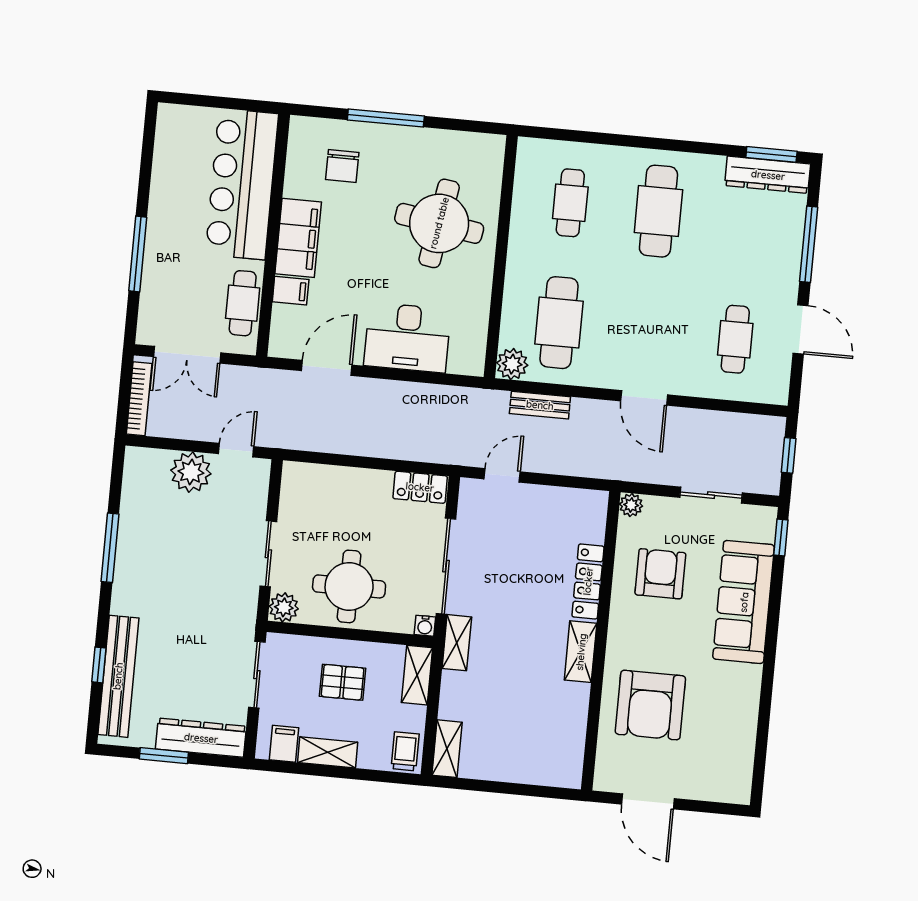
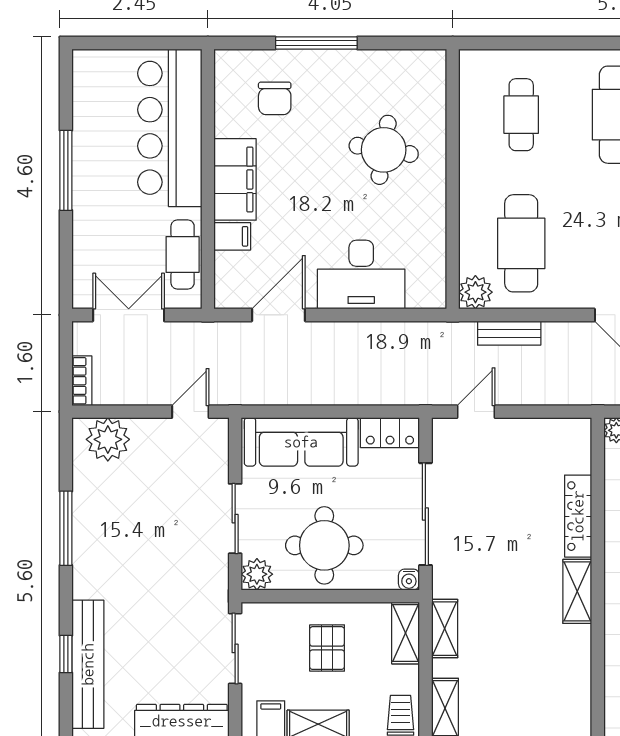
round table: (439, 223) -> (384, 150), width x0.73, depth x0.73
window: (138, 254) -> (66, 170), moved
double door: (187, 355) -> (129, 315), swing flipped
bookcase: (139, 399) -> (82, 381), width x0.64
plant: (191, 472) -> (108, 439), moved
sofa: (337, 488) -> (301, 442), added
shelving: (457, 643) -> (445, 629), moved
pallet: (343, 682) -> (327, 648), turned 90

